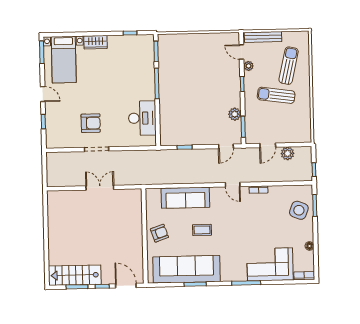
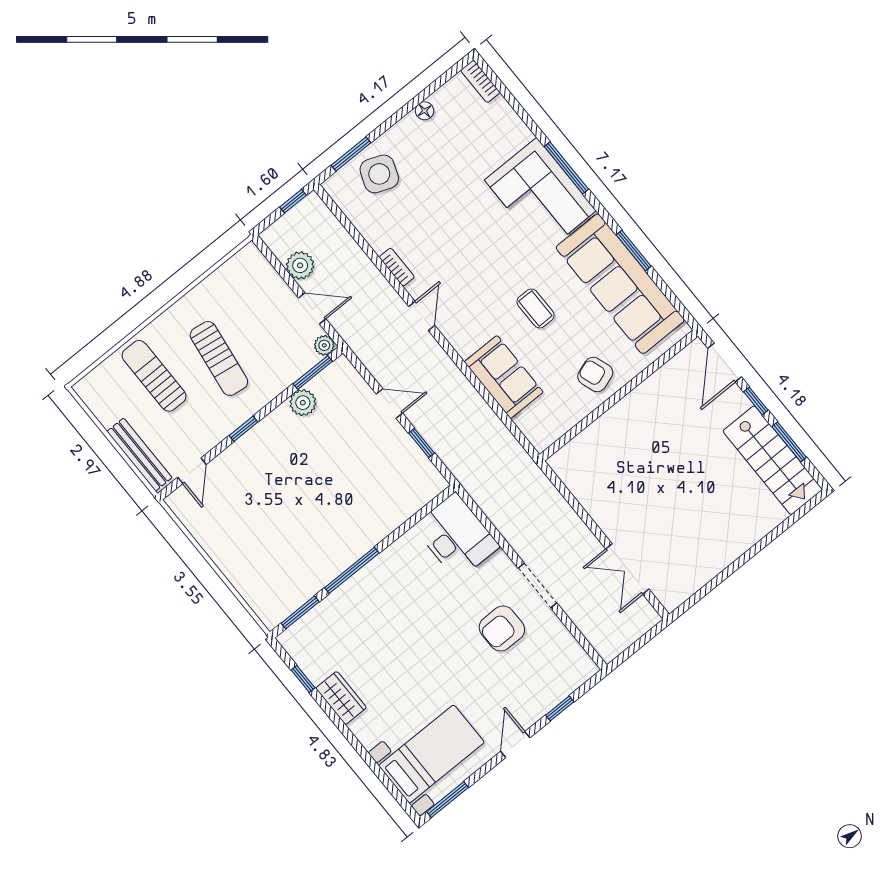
wardrobe: (96, 42) -> (341, 698), moved
plant: (248, 66) -> (324, 345), moved
sun lounger: (289, 66) -> (154, 376), turned 77
desk: (142, 118) -> (456, 536), moved, turned 90
armchair: (91, 123) -> (502, 628), turned -90
door: (226, 146) -> (389, 403), moved
double door: (100, 188) -> (627, 569), moved
sofa: (185, 198) -> (504, 377), width x0.73
corner sofa: (270, 264) -> (540, 195), moved

